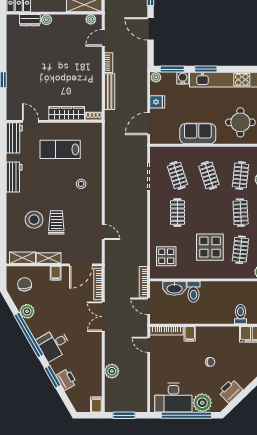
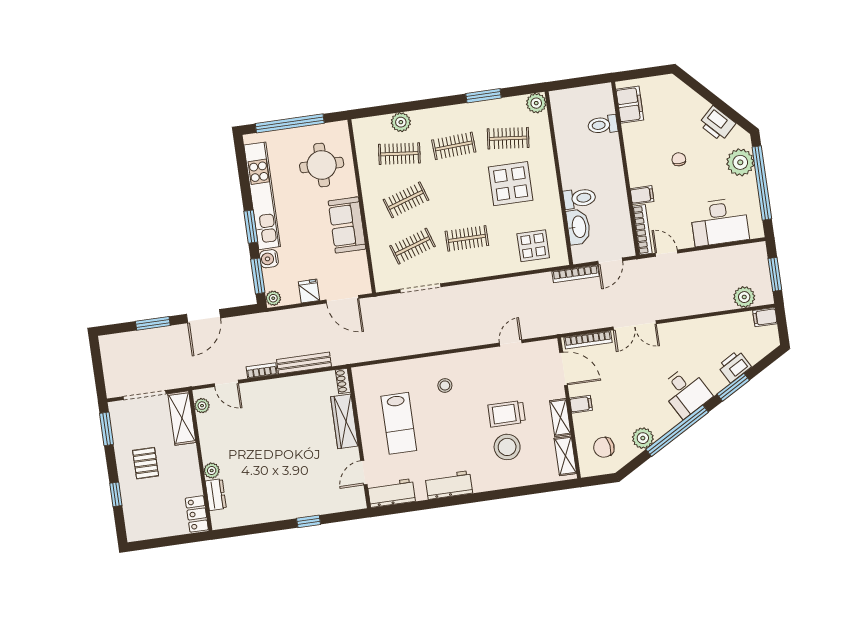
door: (149, 345) -> (666, 253), swing flipped
plant: (112, 371) -> (744, 297), moved
desk: (173, 398) -> (719, 222), moved, turned 90

